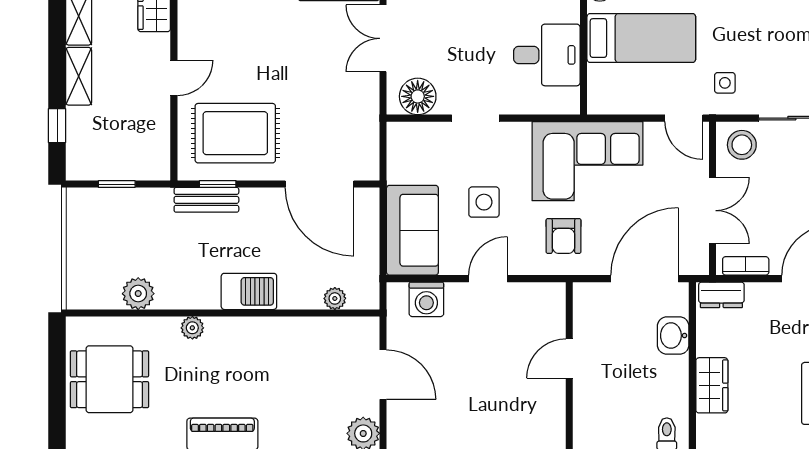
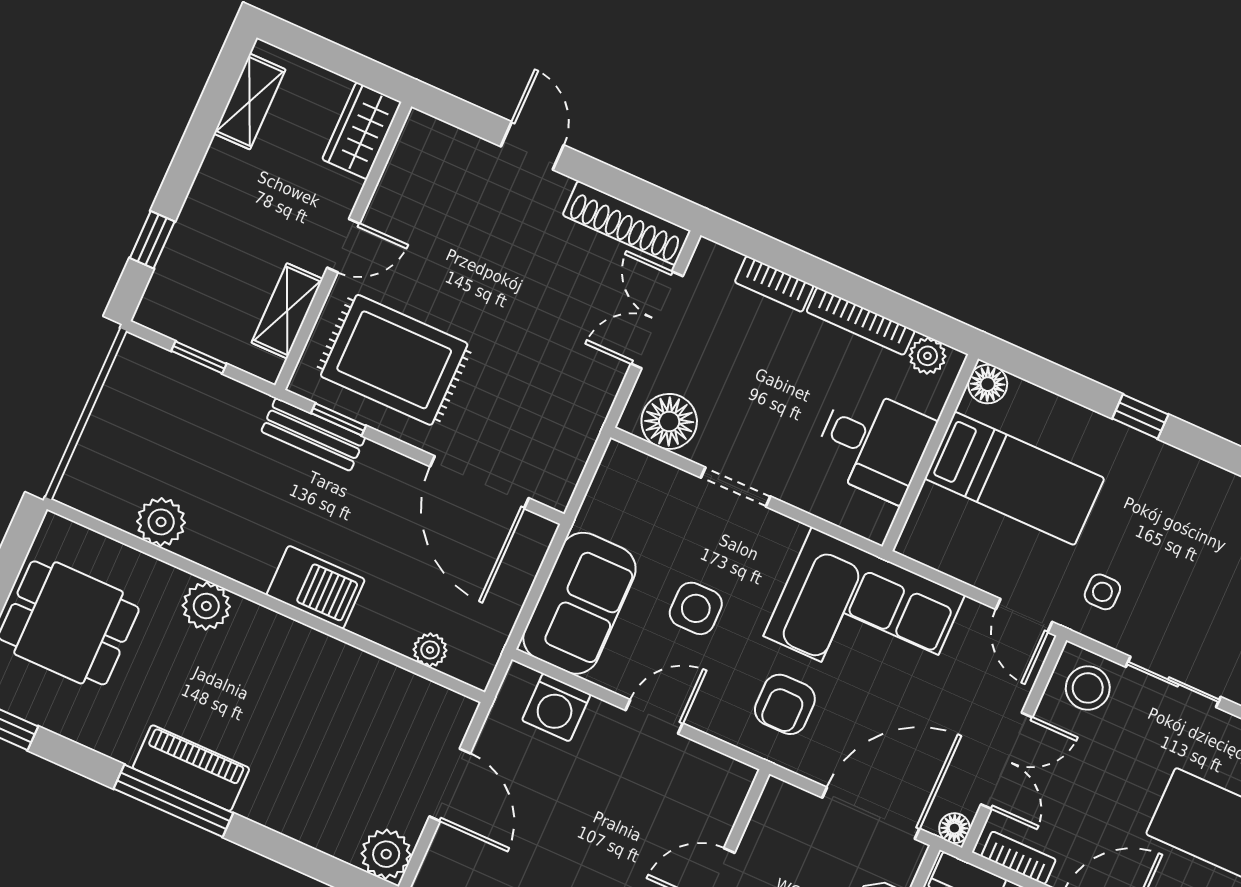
shelving: (79, 76) -> (287, 311), moved
floor lamp: (699, 265) -> (954, 828), added
plant: (192, 328) -> (206, 606), width x1.38, depth x1.38

